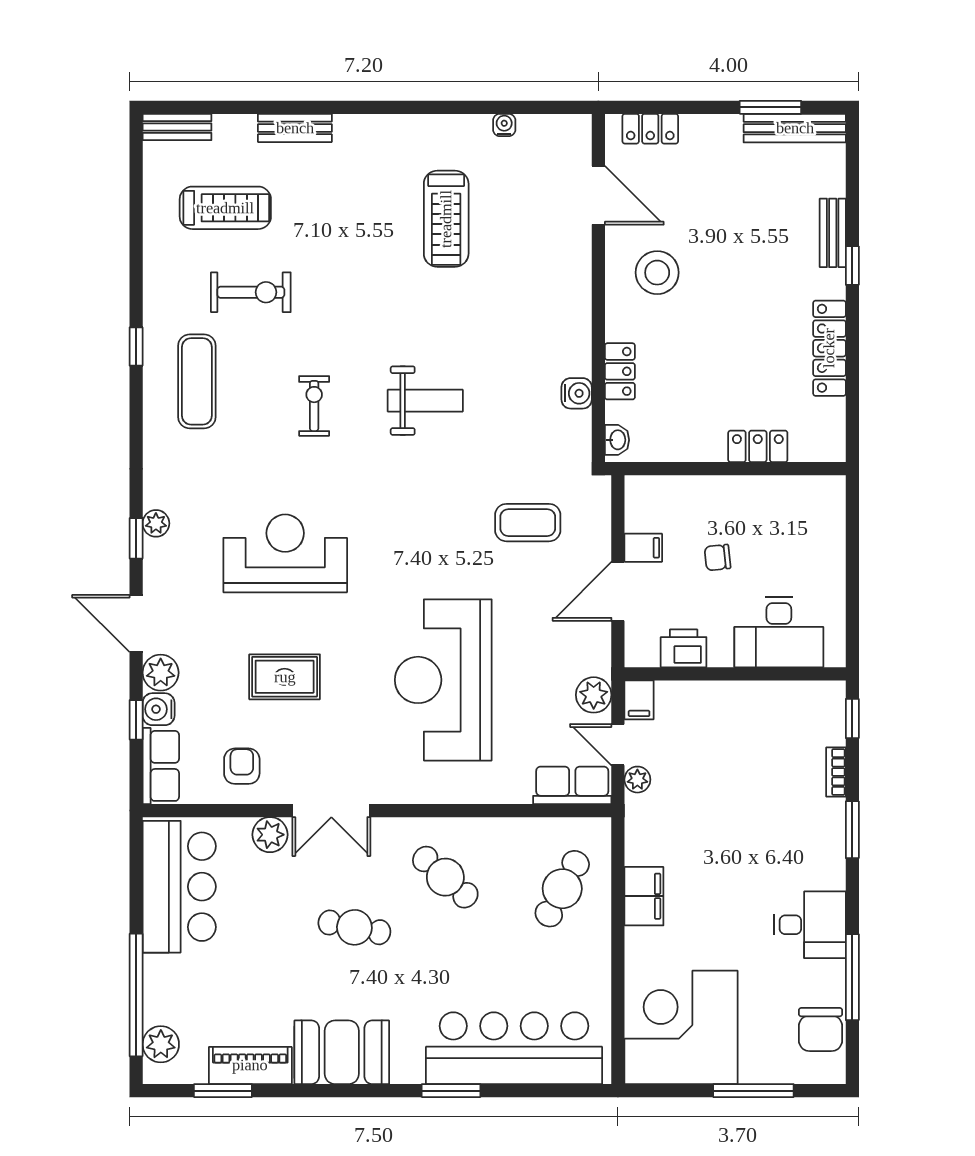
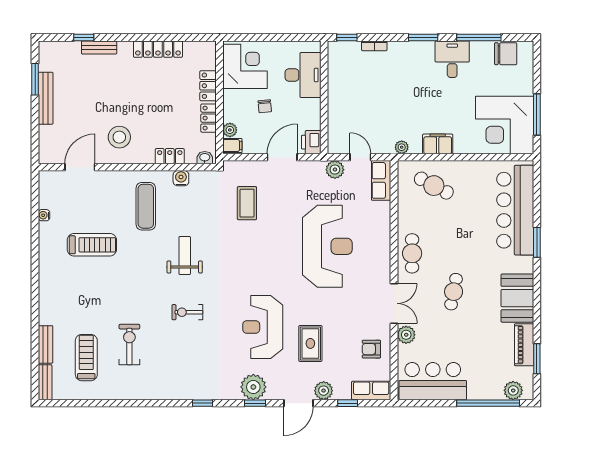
bench: (295, 128) -> (46, 344), moved
bench: (795, 128) -> (46, 98), moved
locker: (650, 129) -> (209, 118), moved, turned 180
window: (852, 266) -> (84, 37), moved
window: (136, 347) -> (203, 403), moved
exercise mat: (197, 381) -> (146, 206), moved, turned 90
plant: (671, 489) -> (230, 130), added
corner desk: (796, 519) -> (245, 66), added
plant: (156, 523) -> (253, 387), width x1.88, depth x1.88
filing cabinet: (643, 548) -> (232, 146), moved, turned 90
door: (618, 591) -> (282, 157), swing flipped
printer: (684, 648) -> (311, 142), moved
rug: (285, 677) -> (310, 343), moved
reception desk: (443, 680) -> (327, 246), turned -90
filing cabinet: (639, 700) -> (337, 146), removed
water cooler: (159, 709) -> (342, 392), removed
door: (618, 745) -> (360, 157), swing flipped
plant: (637, 780) -> (402, 147), moved
window: (852, 830) -> (423, 37), moved
cafe table: (445, 877) -> (412, 253), moved, turned -42
window: (753, 1091) -> (537, 114), moved

